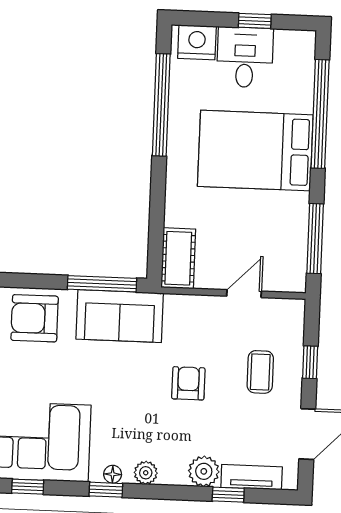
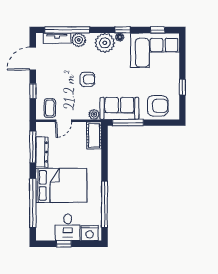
dresser: (295, 226) -> (42, 152), added
plant: (177, 305) -> (94, 114), added
coffee table: (260, 372) -> (50, 108), moved
armchair: (188, 383) -> (87, 79), turned -90
plant: (146, 473) -> (105, 43), width x1.87, depth x1.87
window: (228, 495) -> (67, 30), width x3.17

